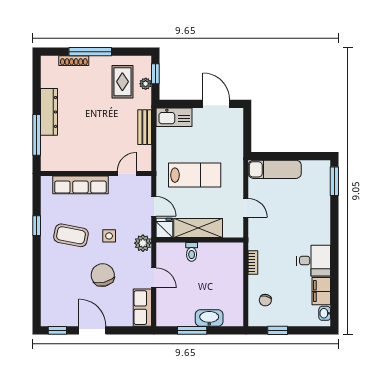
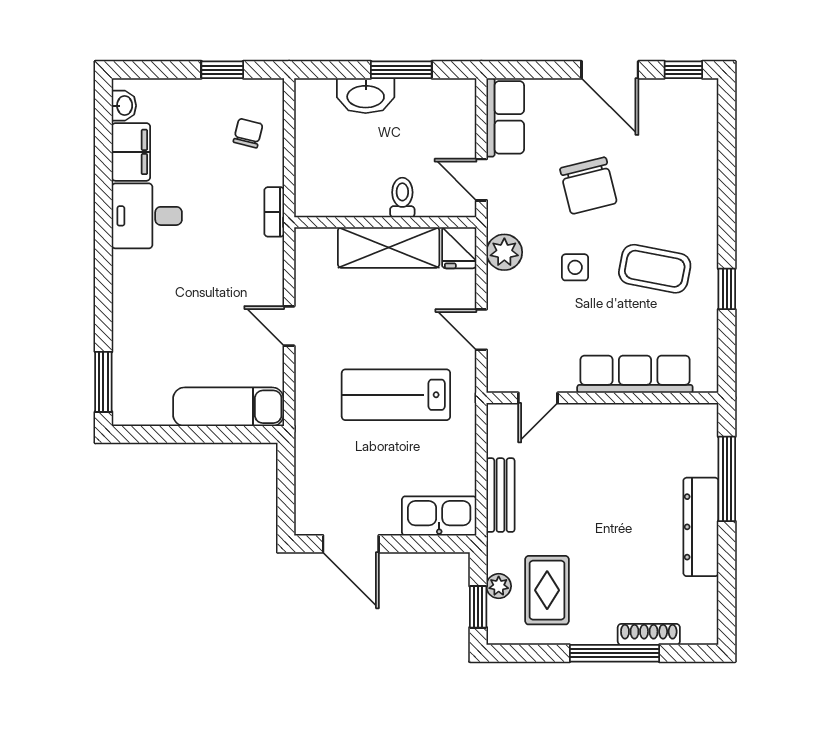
fridge: (164, 228) -> (459, 248), moved
shelving: (198, 228) -> (389, 248), moved
wall: (200, 240) -> (385, 222), moved
toilet: (192, 252) -> (402, 197), moved

